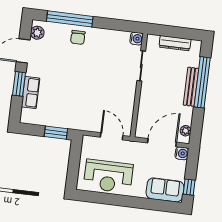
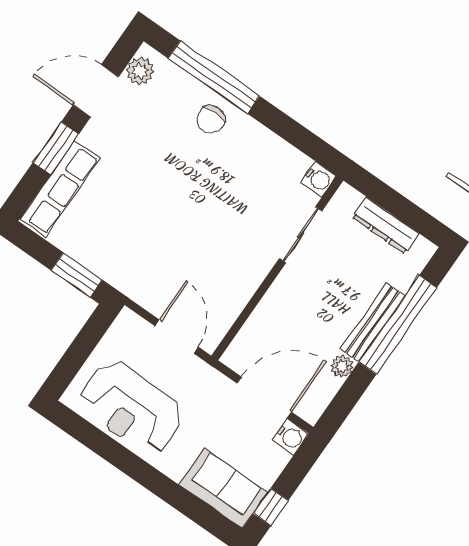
row of seats: (31, 93) -> (60, 188), width x1.48
plant: (186, 131) -> (342, 366), moved

